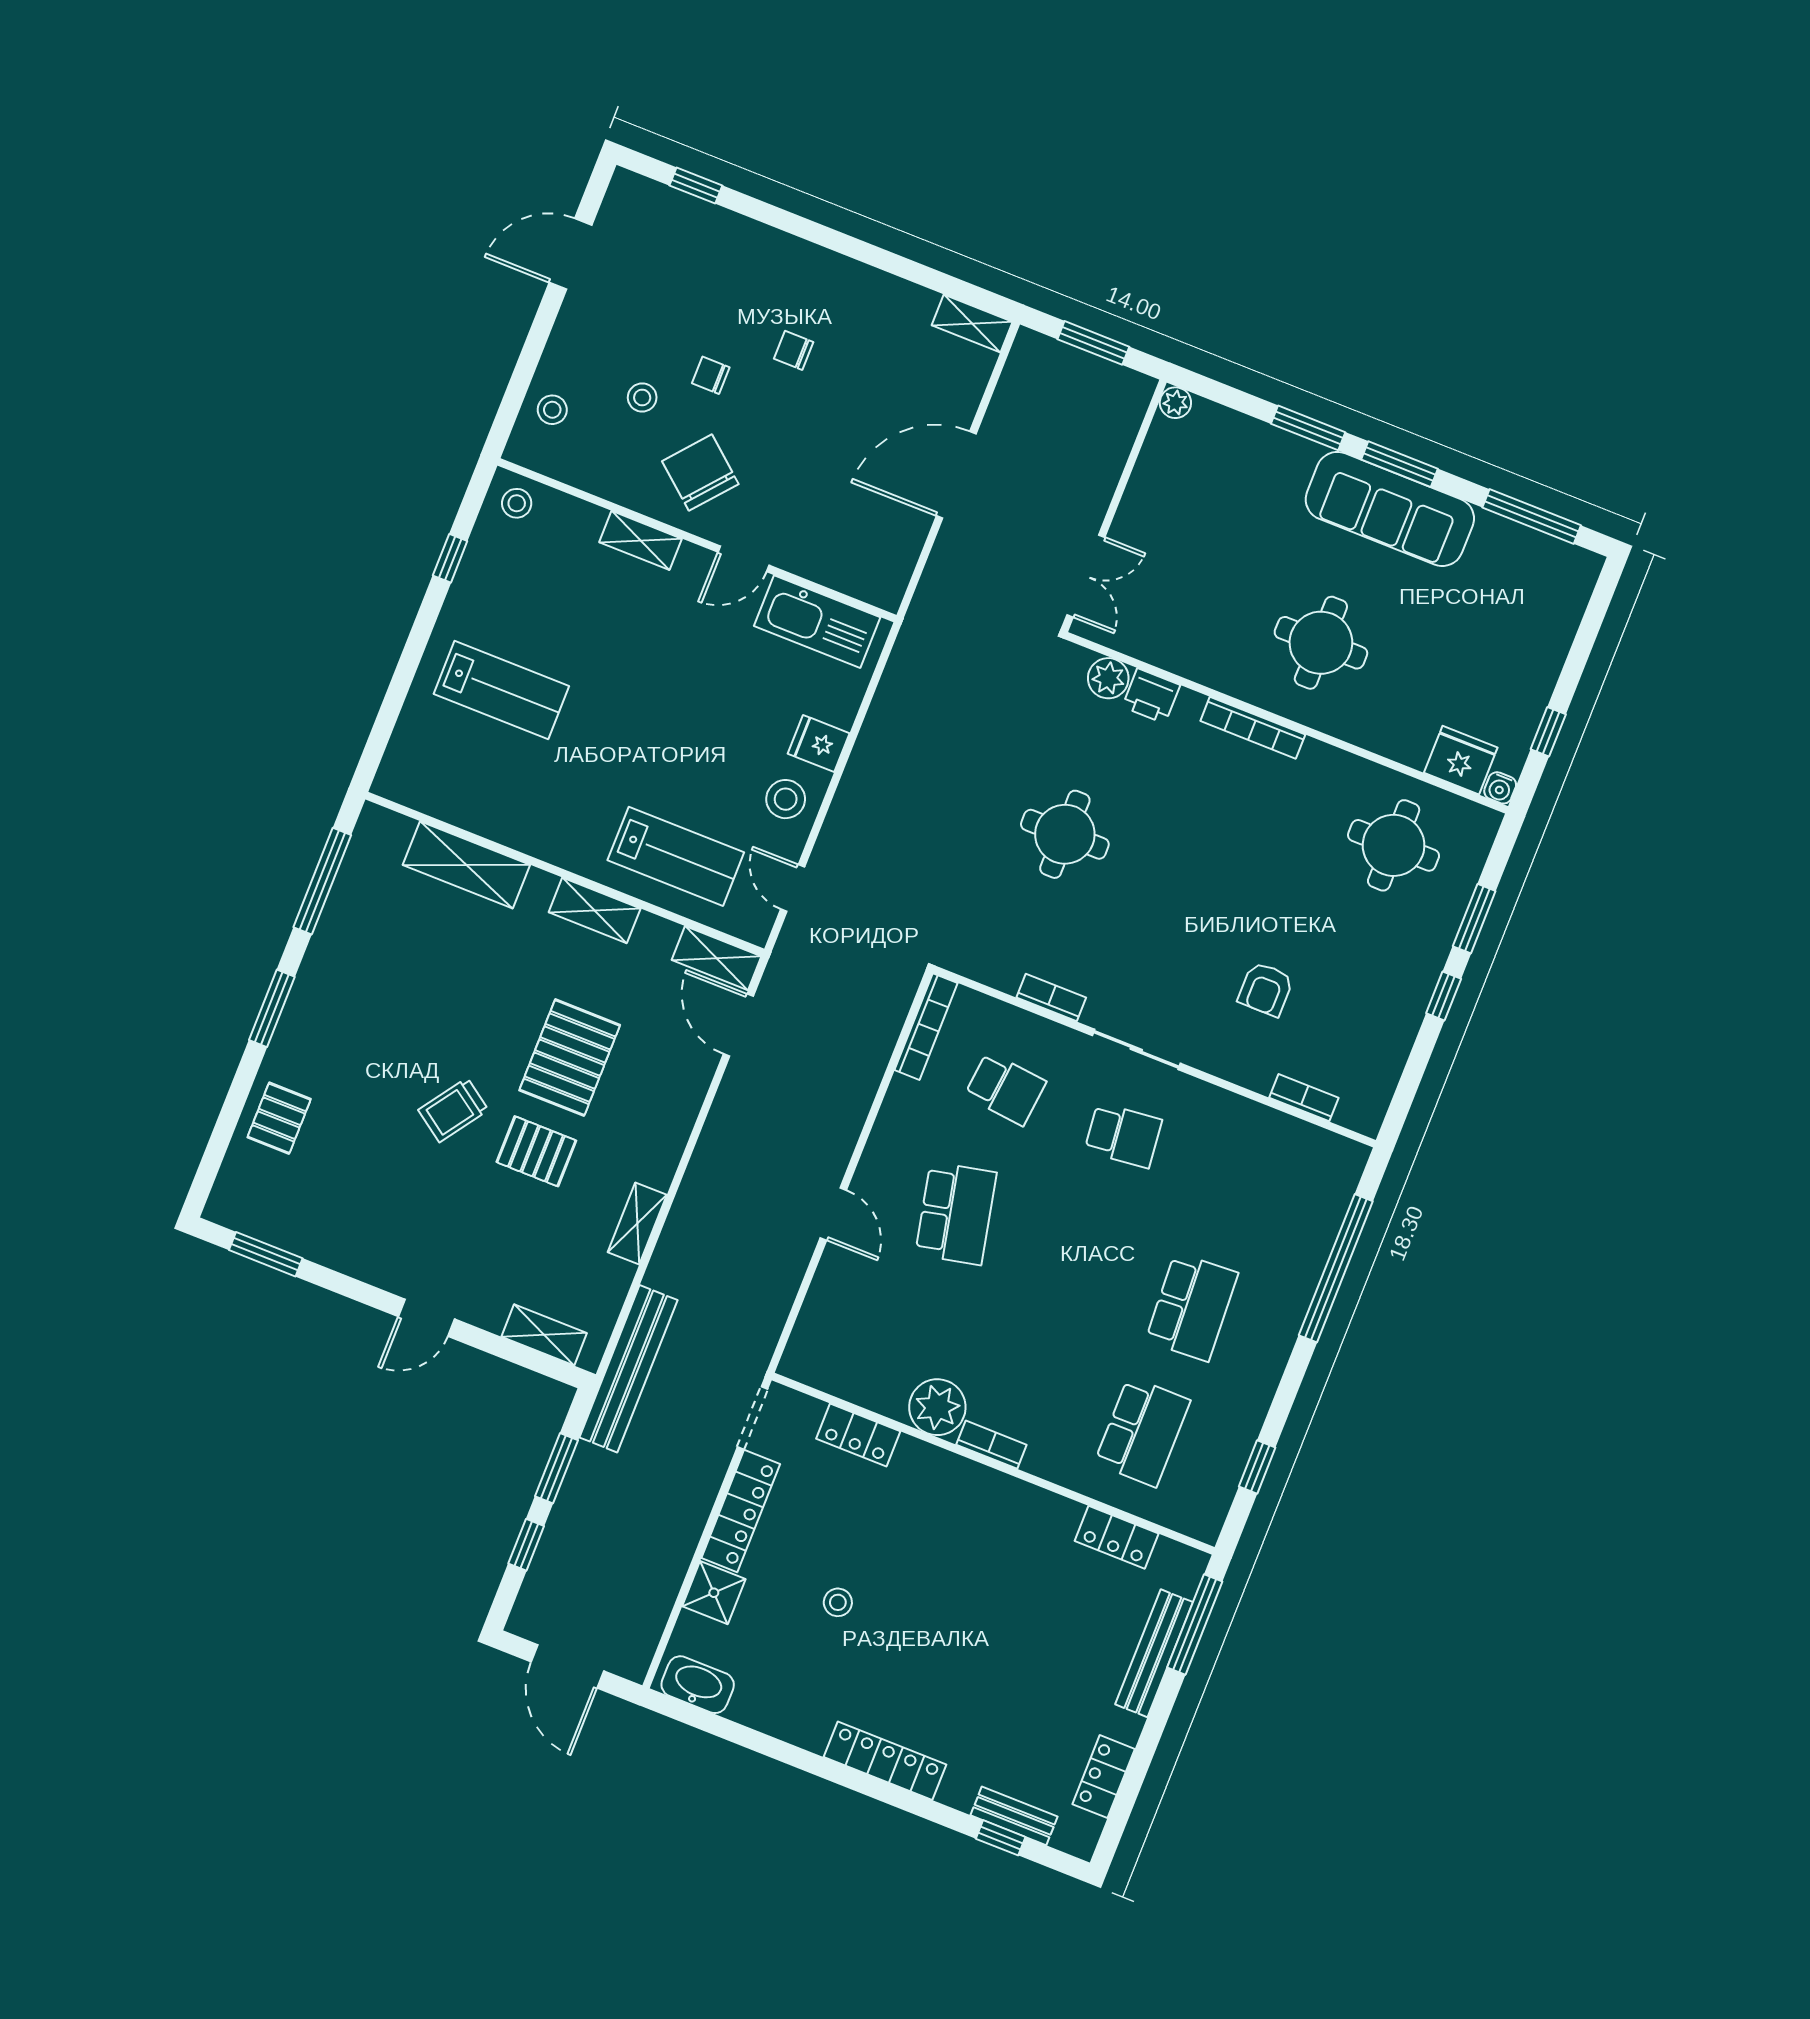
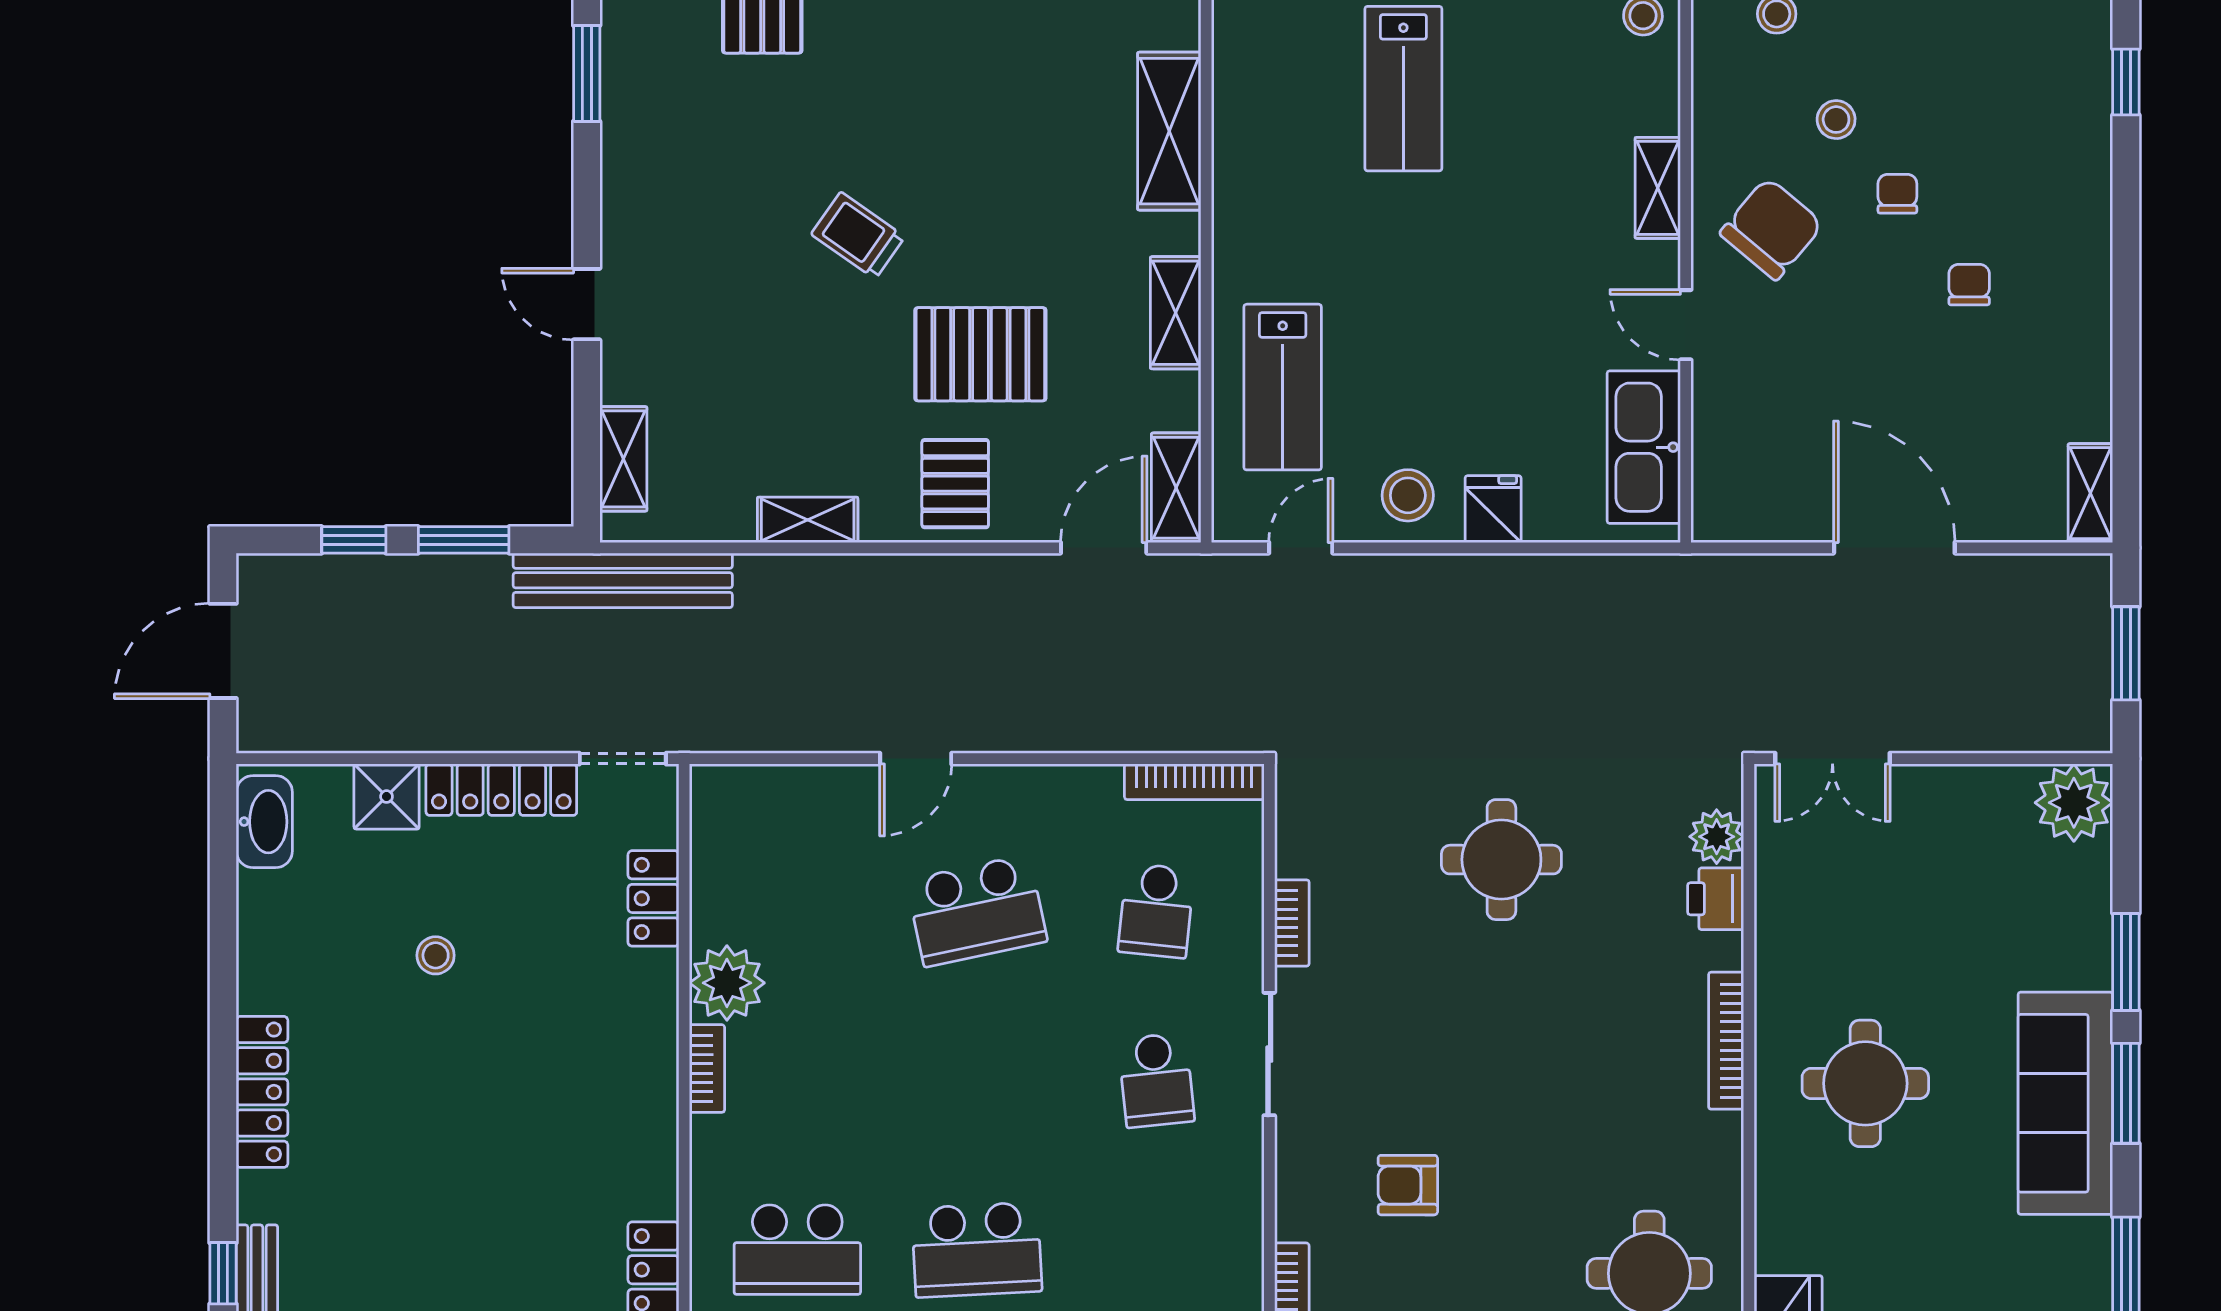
plant: (1175, 403) -> (2074, 803), width x1.88, depth x1.88
pallet: (536, 1151) -> (955, 484), moved

